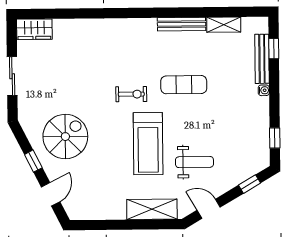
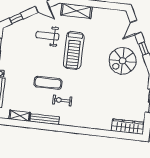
wardrobe: (34, 29) -> (128, 127), width x1.50
exercise bike: (131, 94) -> (62, 100), moved
treadmill: (148, 144) -> (74, 50), turned 180

